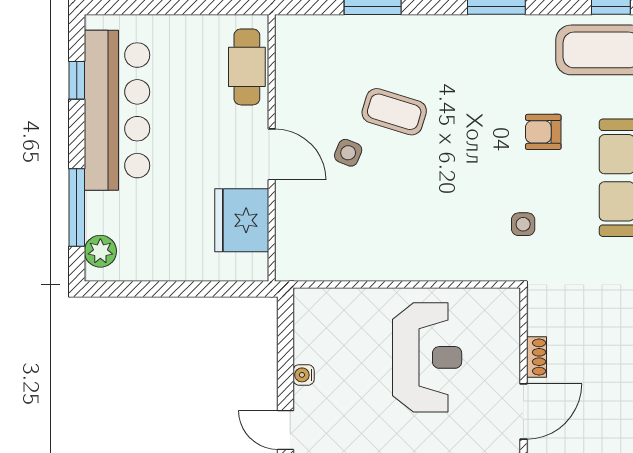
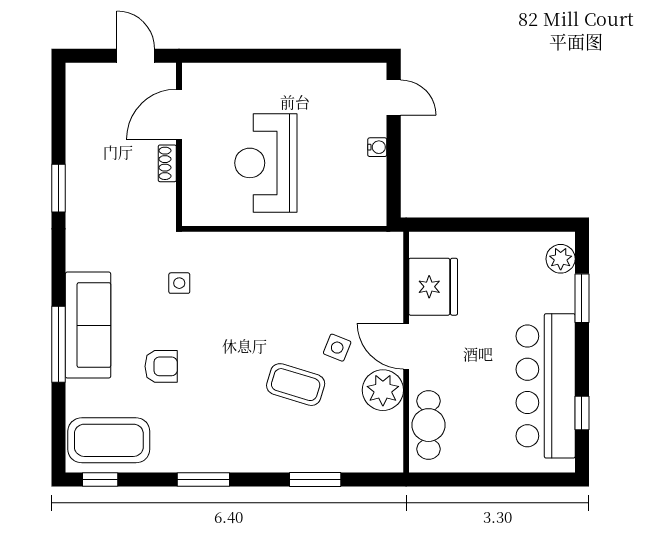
plant: (297, 106) -> (383, 390), added
window: (77, 207) -> (582, 298), width x0.69

